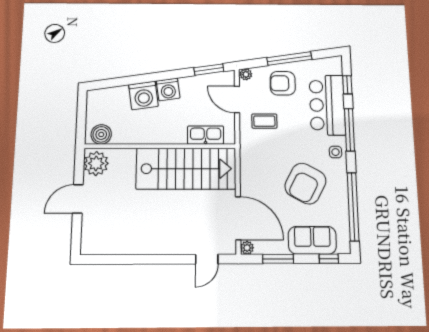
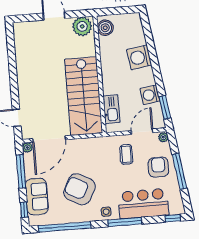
window: (347, 85) -> (173, 218), moved
washing machine: (168, 89) -> (150, 95), moved
window: (278, 259) -> (21, 171), width x1.44

